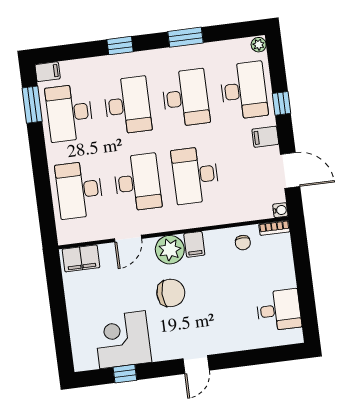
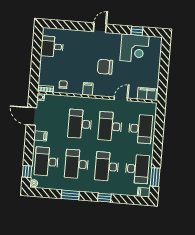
window: (281, 103) -> (27, 171), moved
desk: (195, 175) -> (80, 124), turned 180
plant: (170, 250) -> (101, 89), removed

